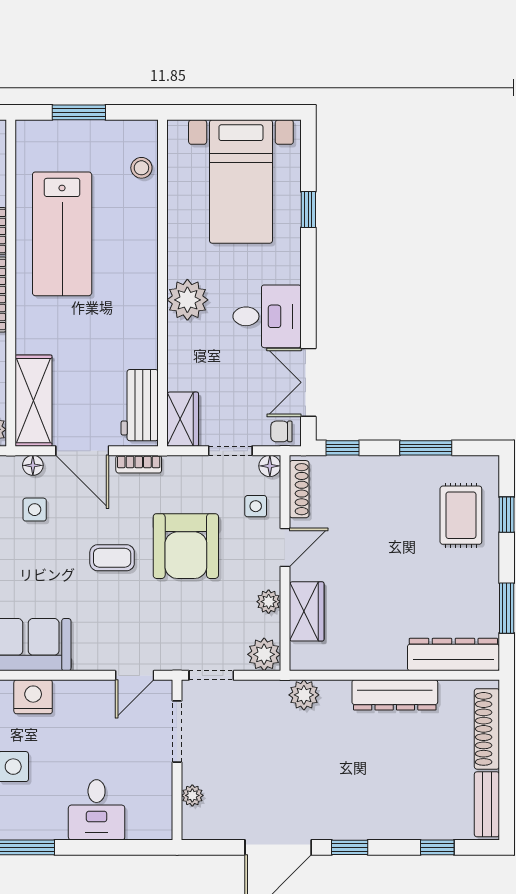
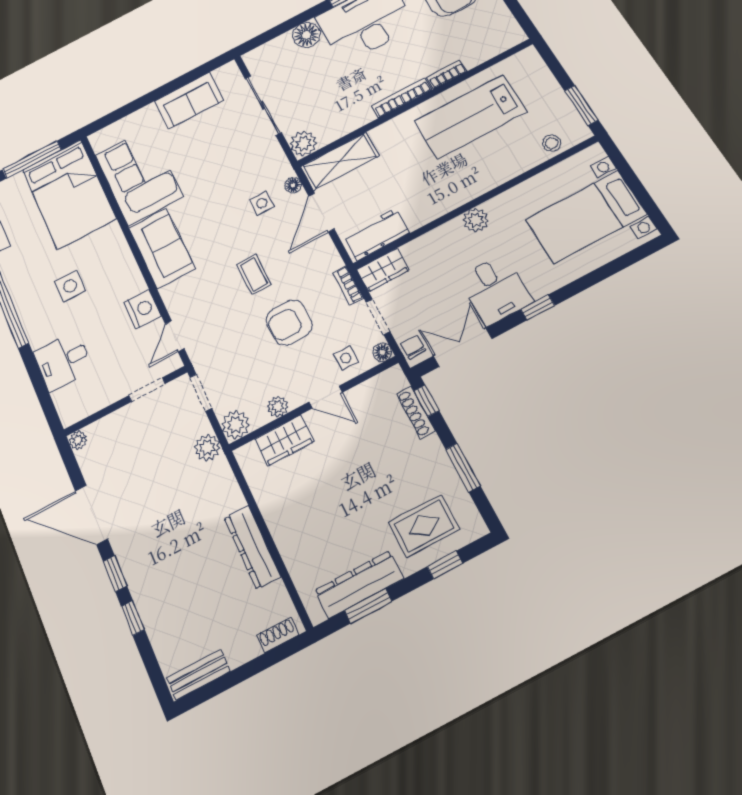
window: (79, 112) -> (581, 105), moved
window: (308, 210) -> (538, 307), moved
plant: (187, 300) -> (476, 220), width x0.73, depth x0.73
bookcase: (139, 464) -> (348, 286), moved
shoe rack: (299, 489) -> (416, 412), moved, turned 90
armchair: (186, 546) -> (289, 322), width x0.73, depth x0.73
dresser: (453, 655) -> (359, 585), moved, turned -90
door: (135, 675) -> (175, 336), hinge flipped
plant: (304, 695) -> (207, 448), moved
nightstand: (33, 697) -> (143, 309), moved
shoe rack: (487, 729) -> (278, 635), width x0.51, depth x0.81
doorway: (177, 732) -> (147, 390), width x0.73
plant: (192, 795) -> (78, 440), moved
window: (437, 847) -> (133, 618), moved

